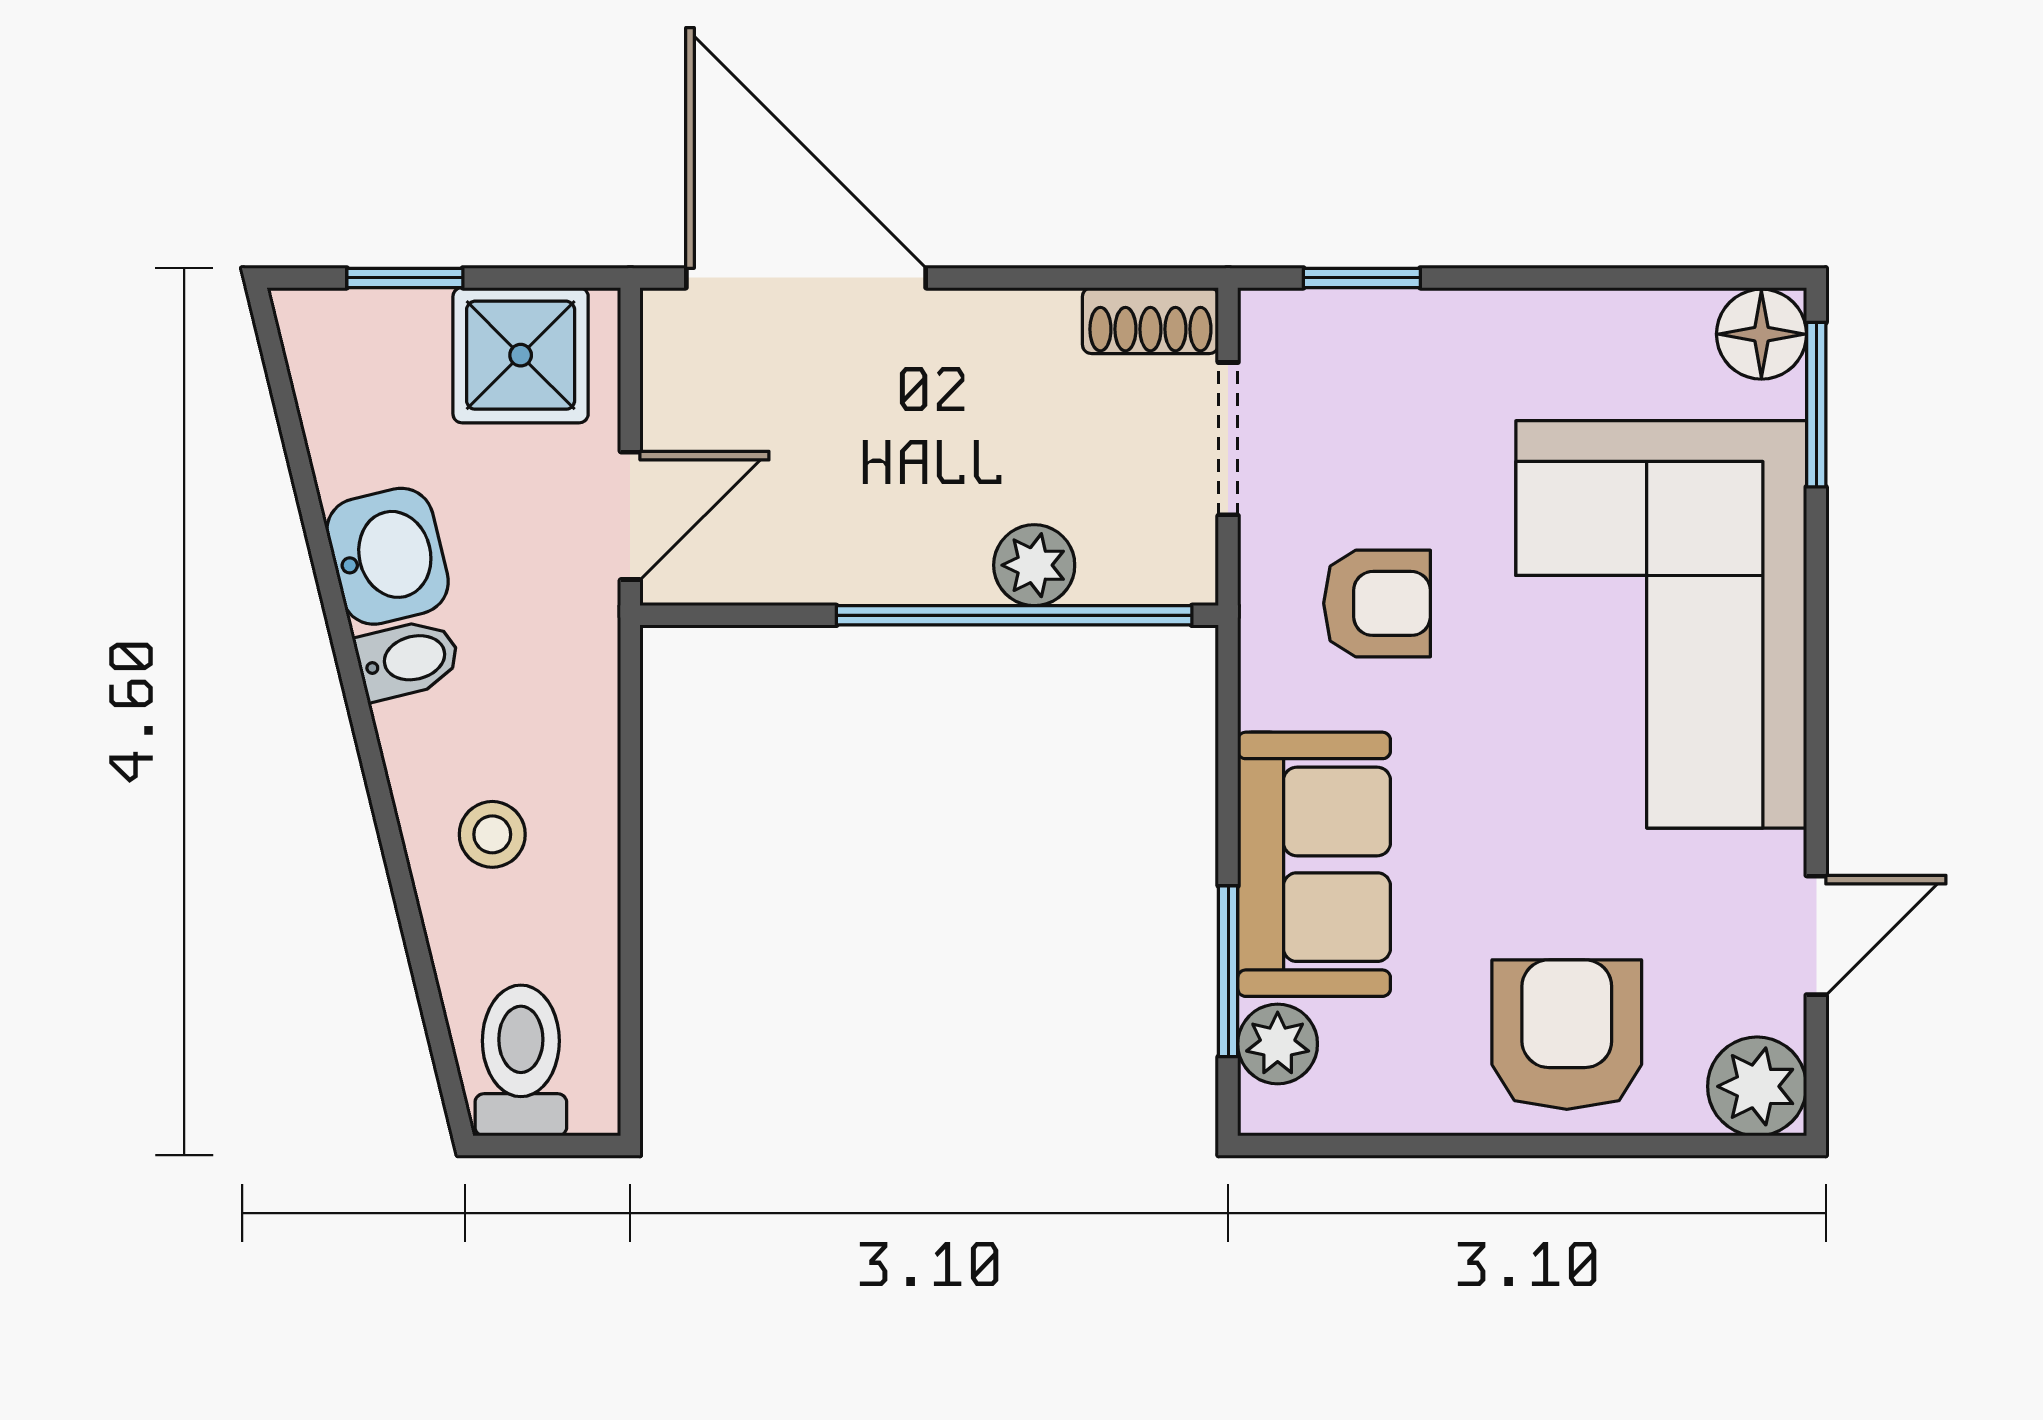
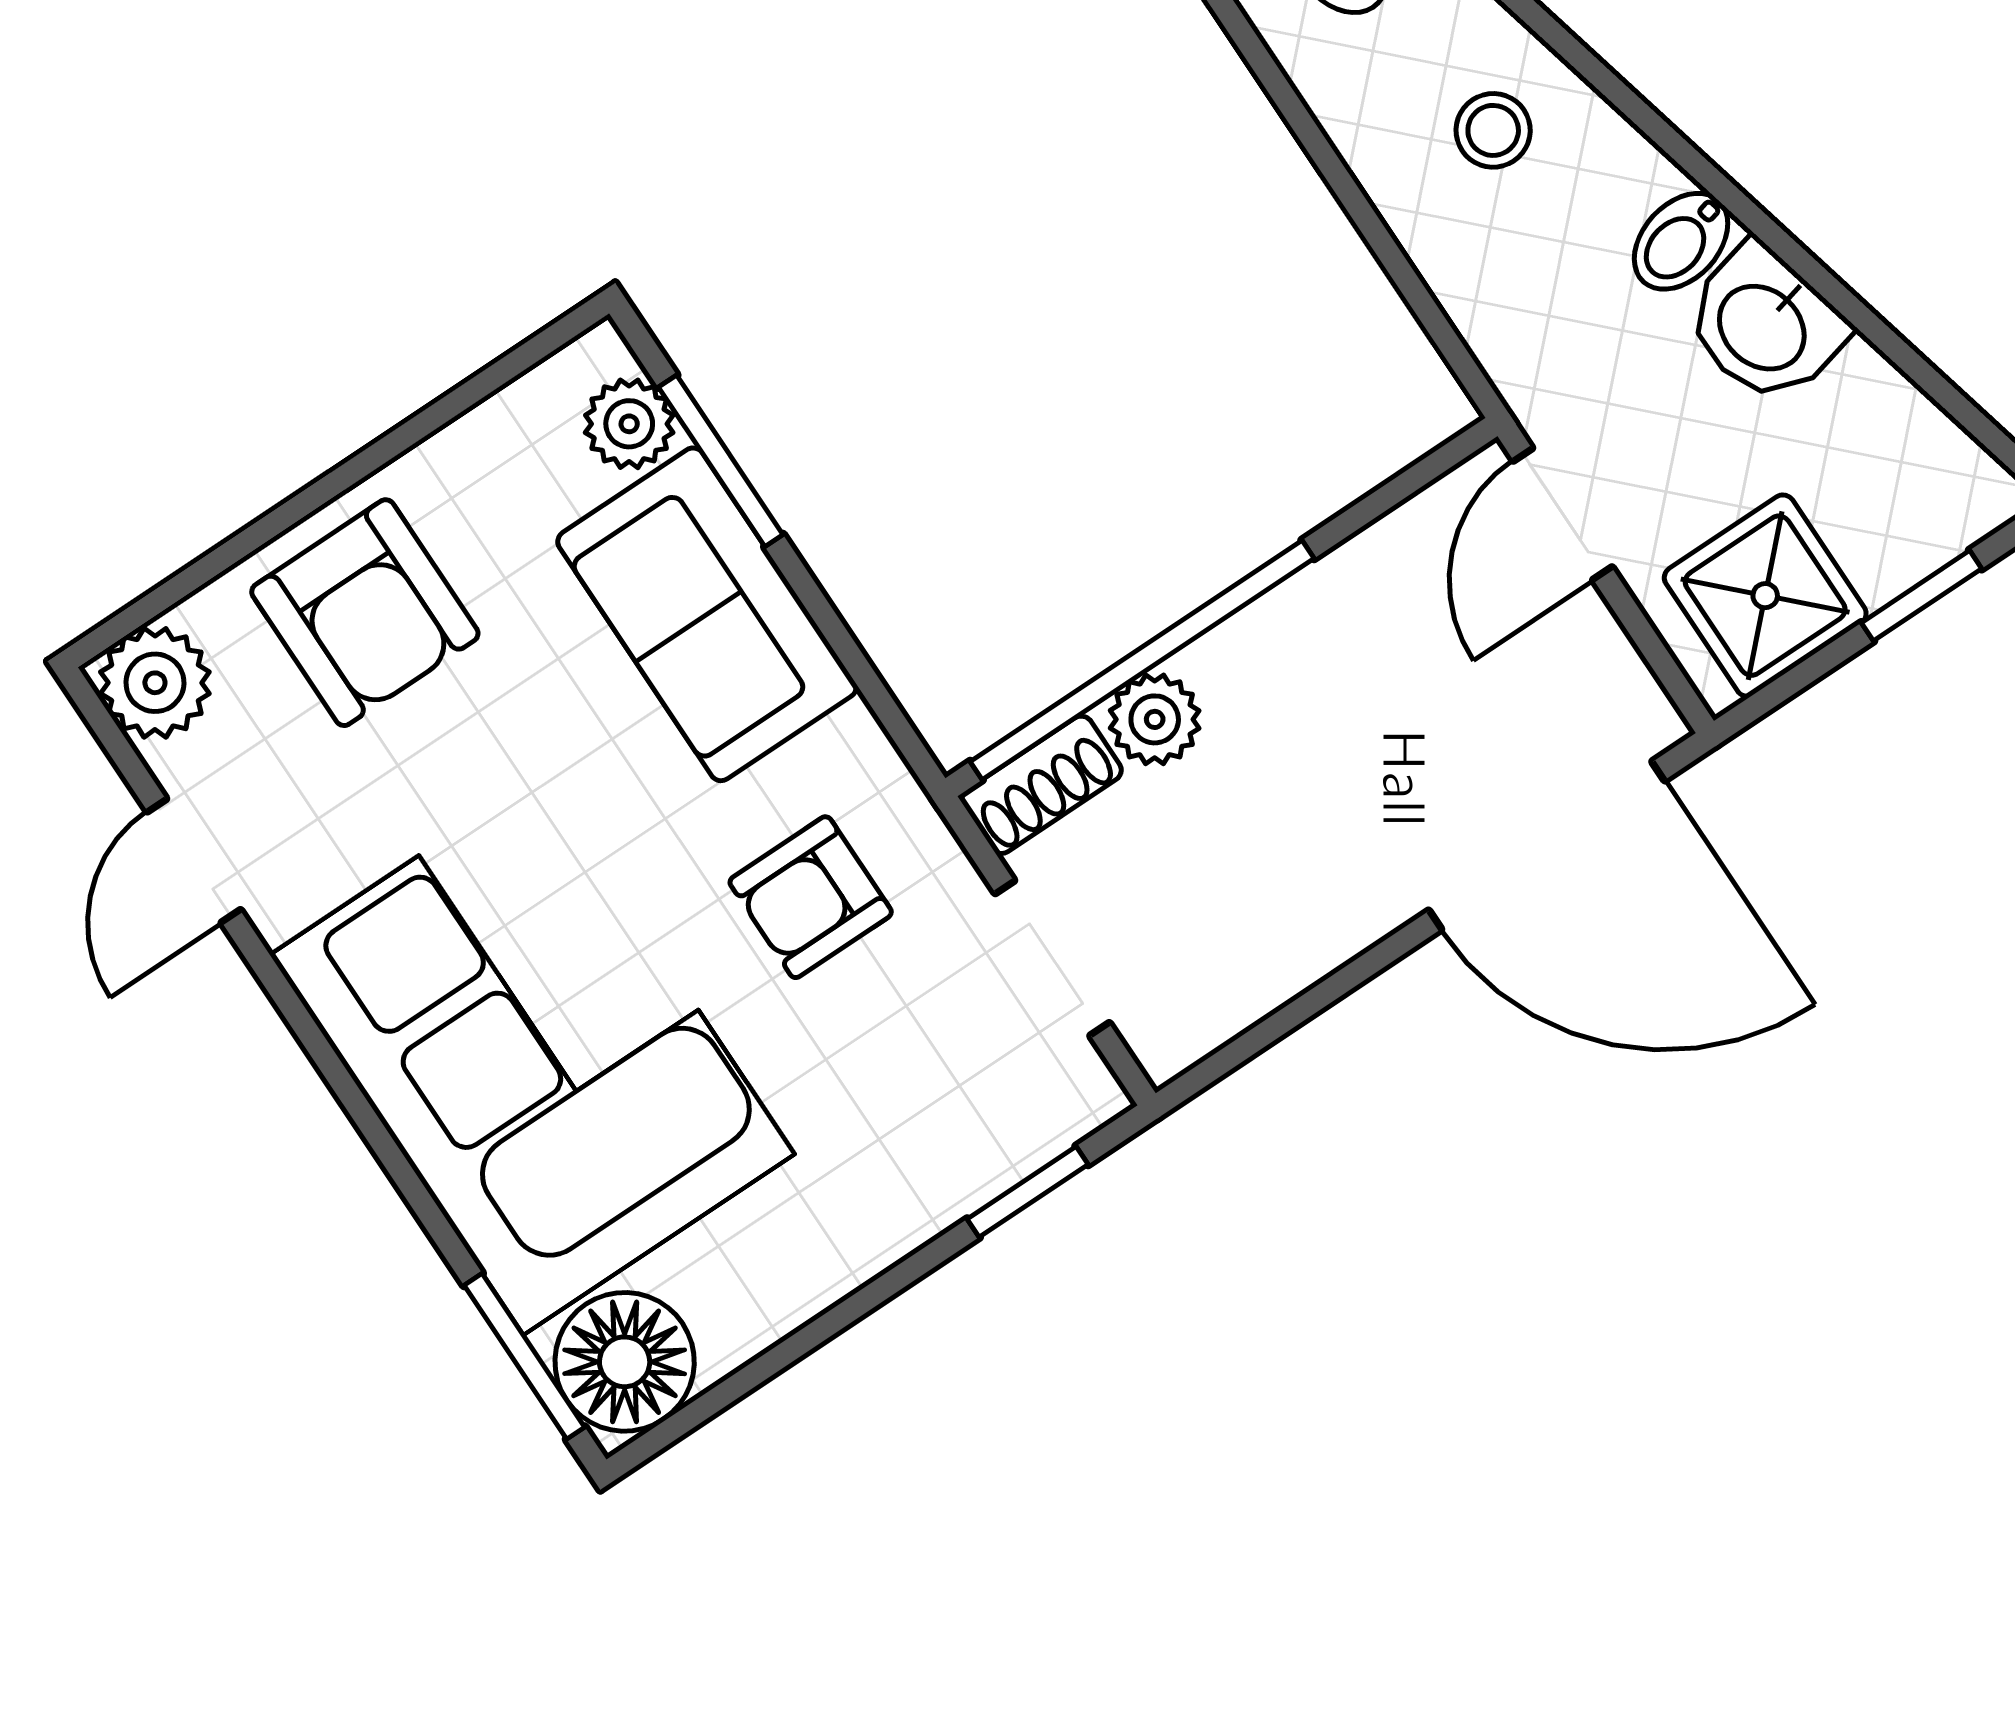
shoe rack: (1150, 321) -> (1041, 785), moved, turned 180
floor lamp: (1761, 334) -> (625, 1362), width x1.38, depth x1.38

